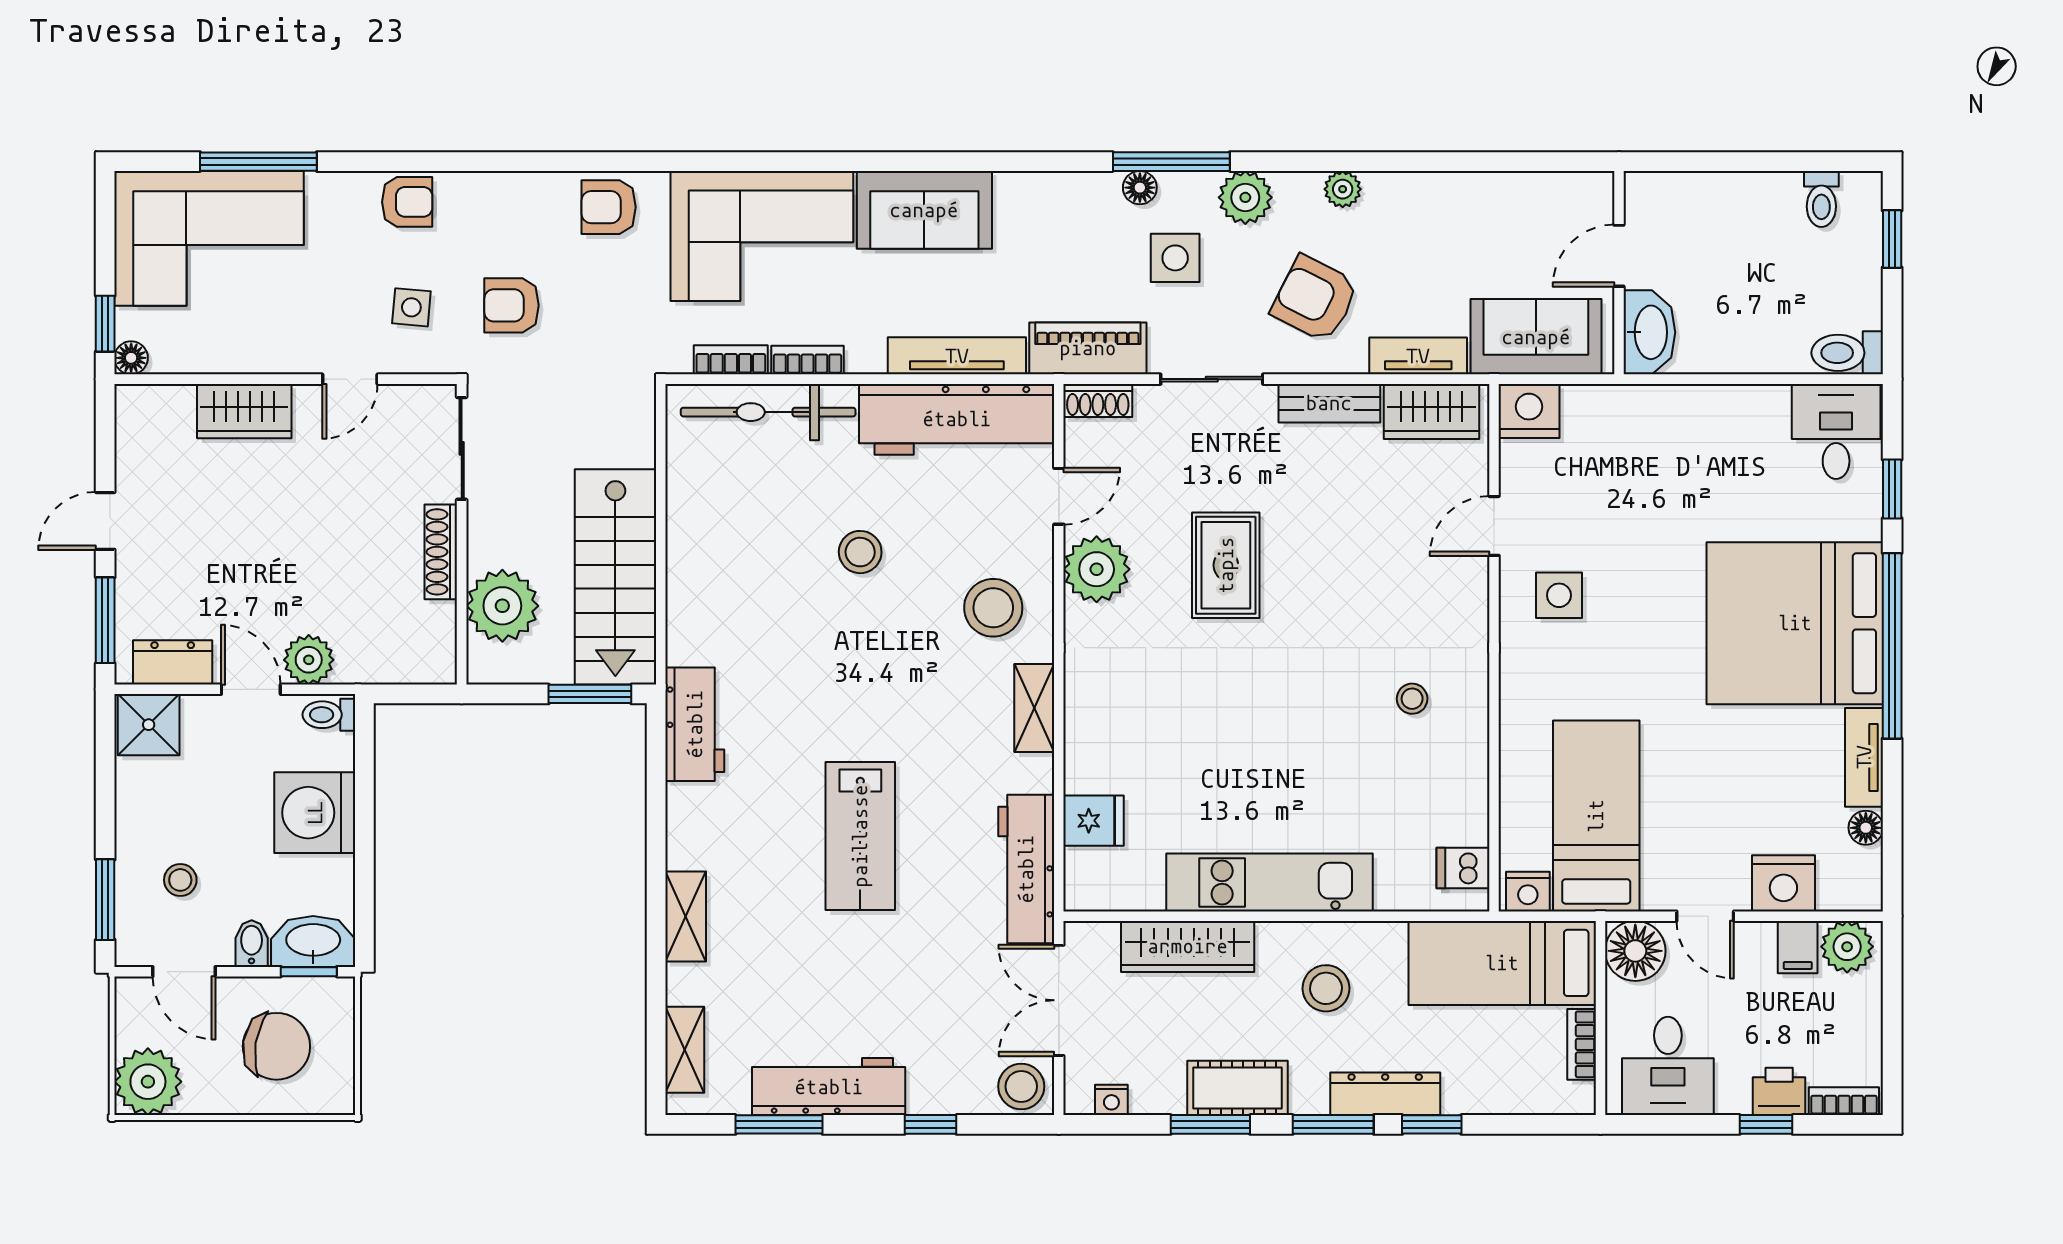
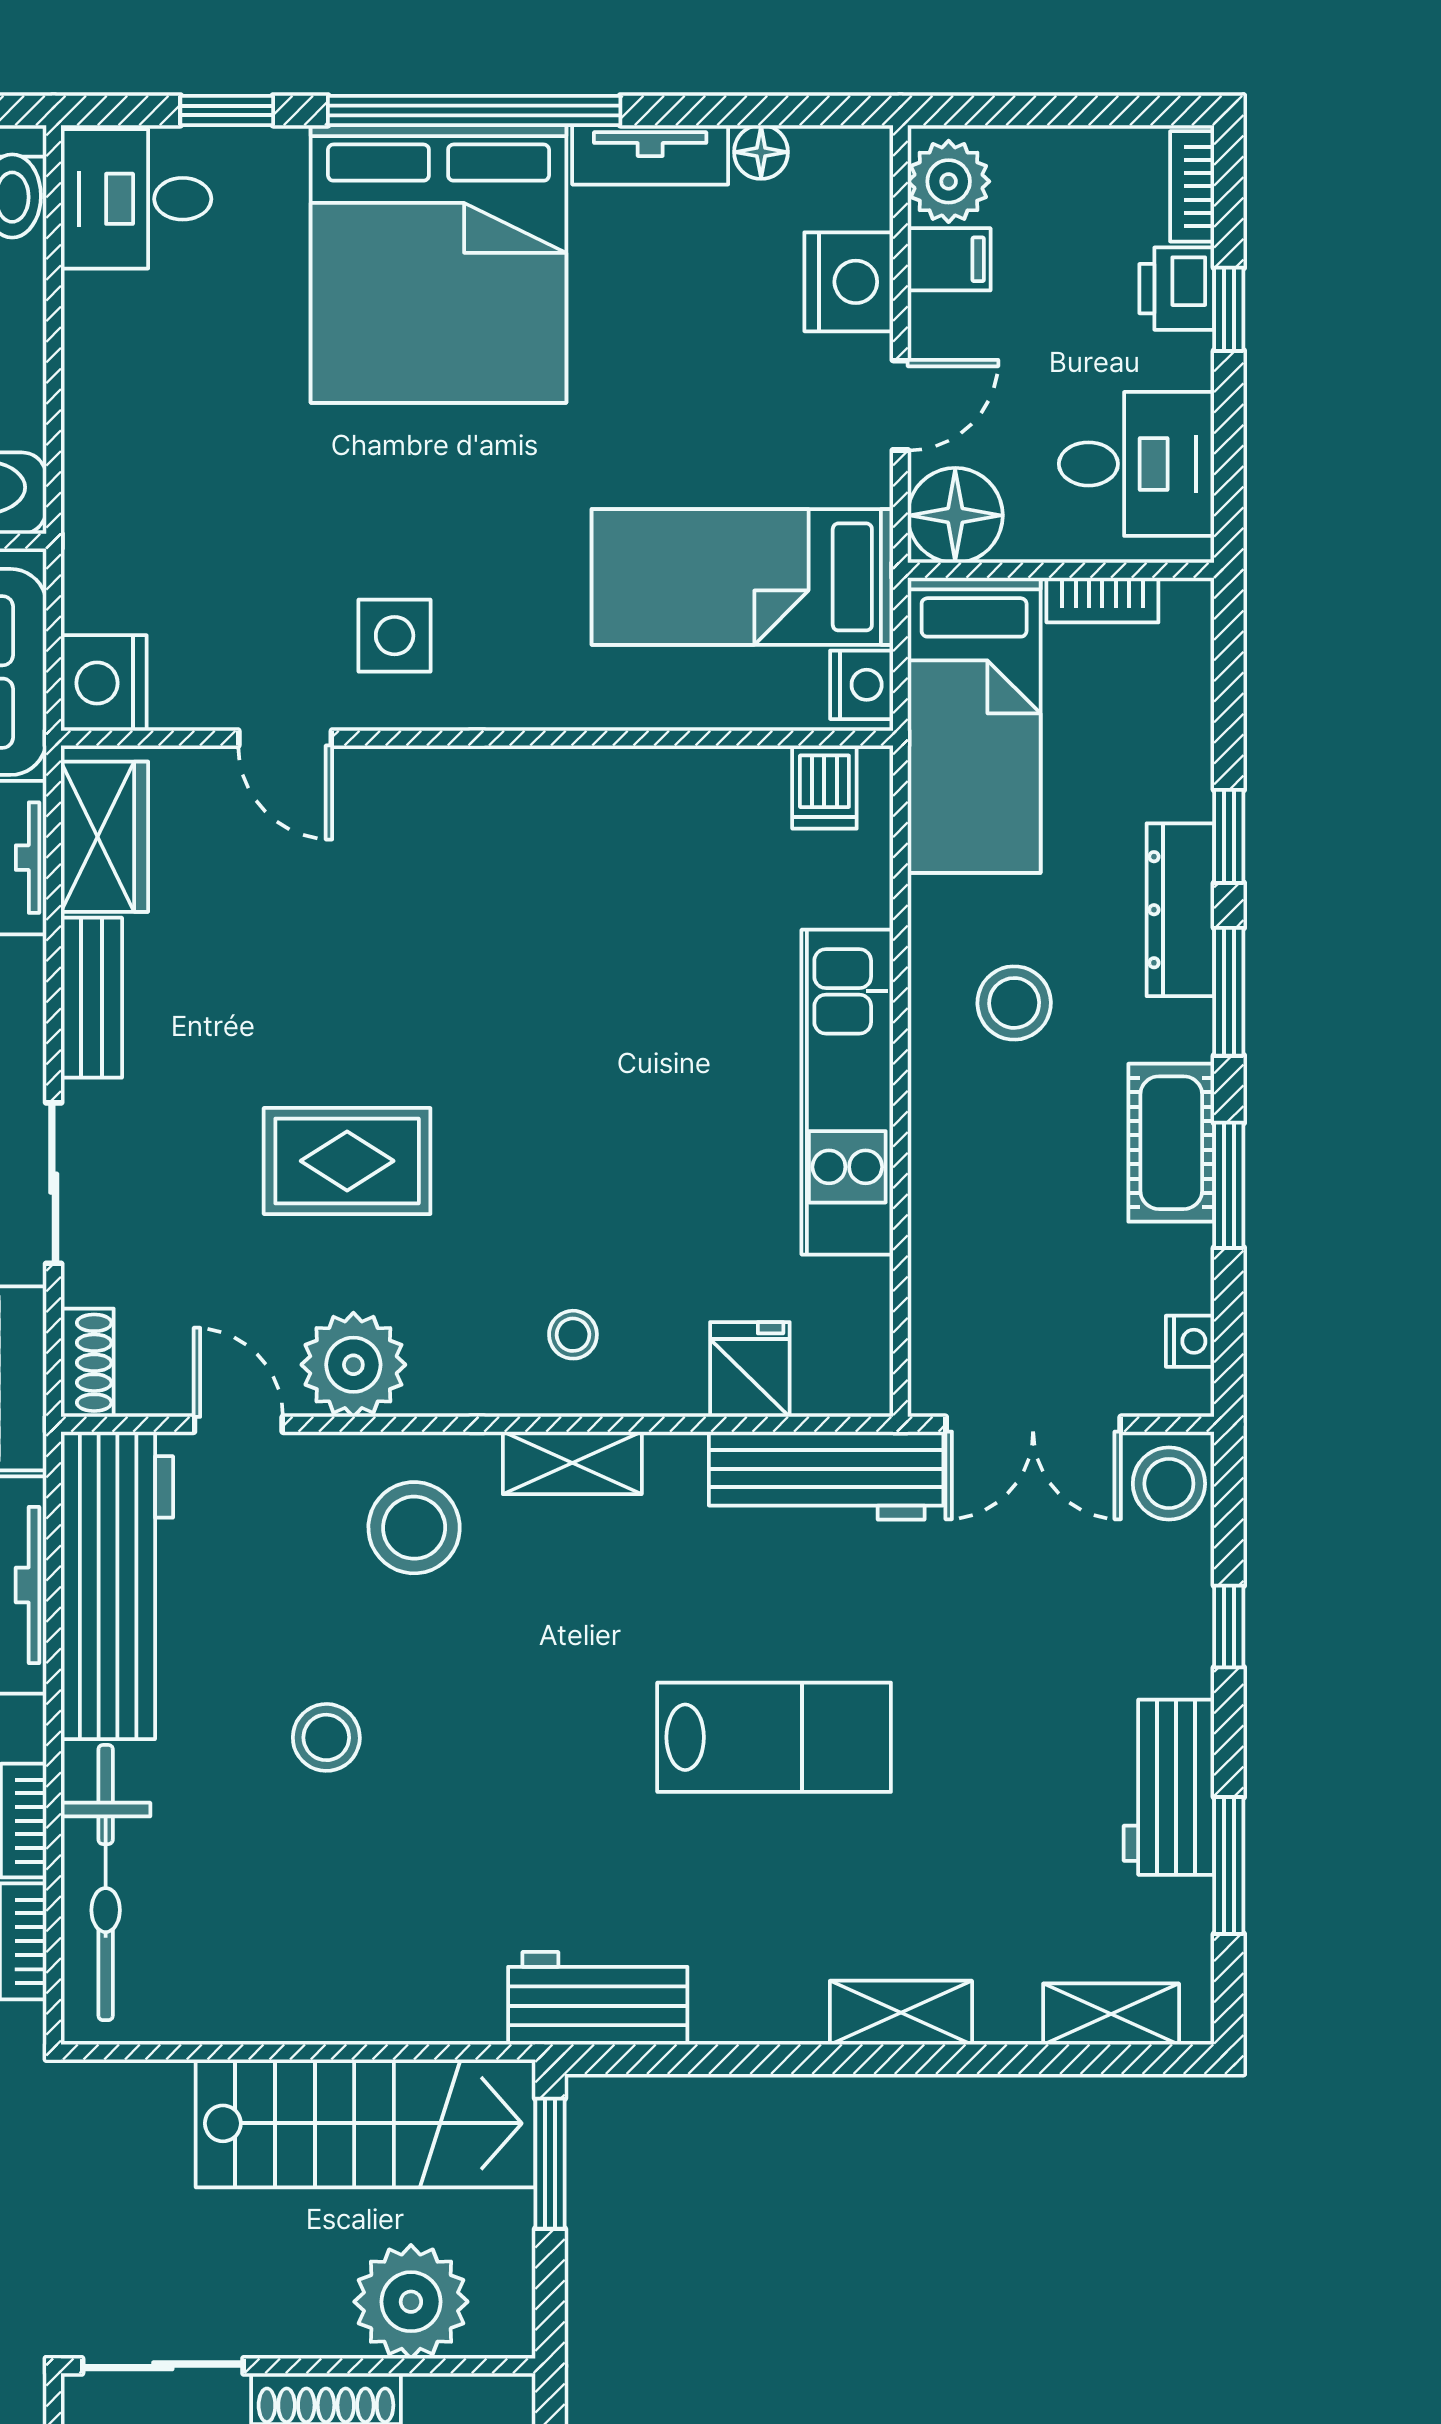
stool: (1412, 699) -> (573, 1335), moved
wardrobe: (1188, 946) -> (948, 1221), removed
workbench: (829, 1087) -> (1169, 1787), width x0.73

